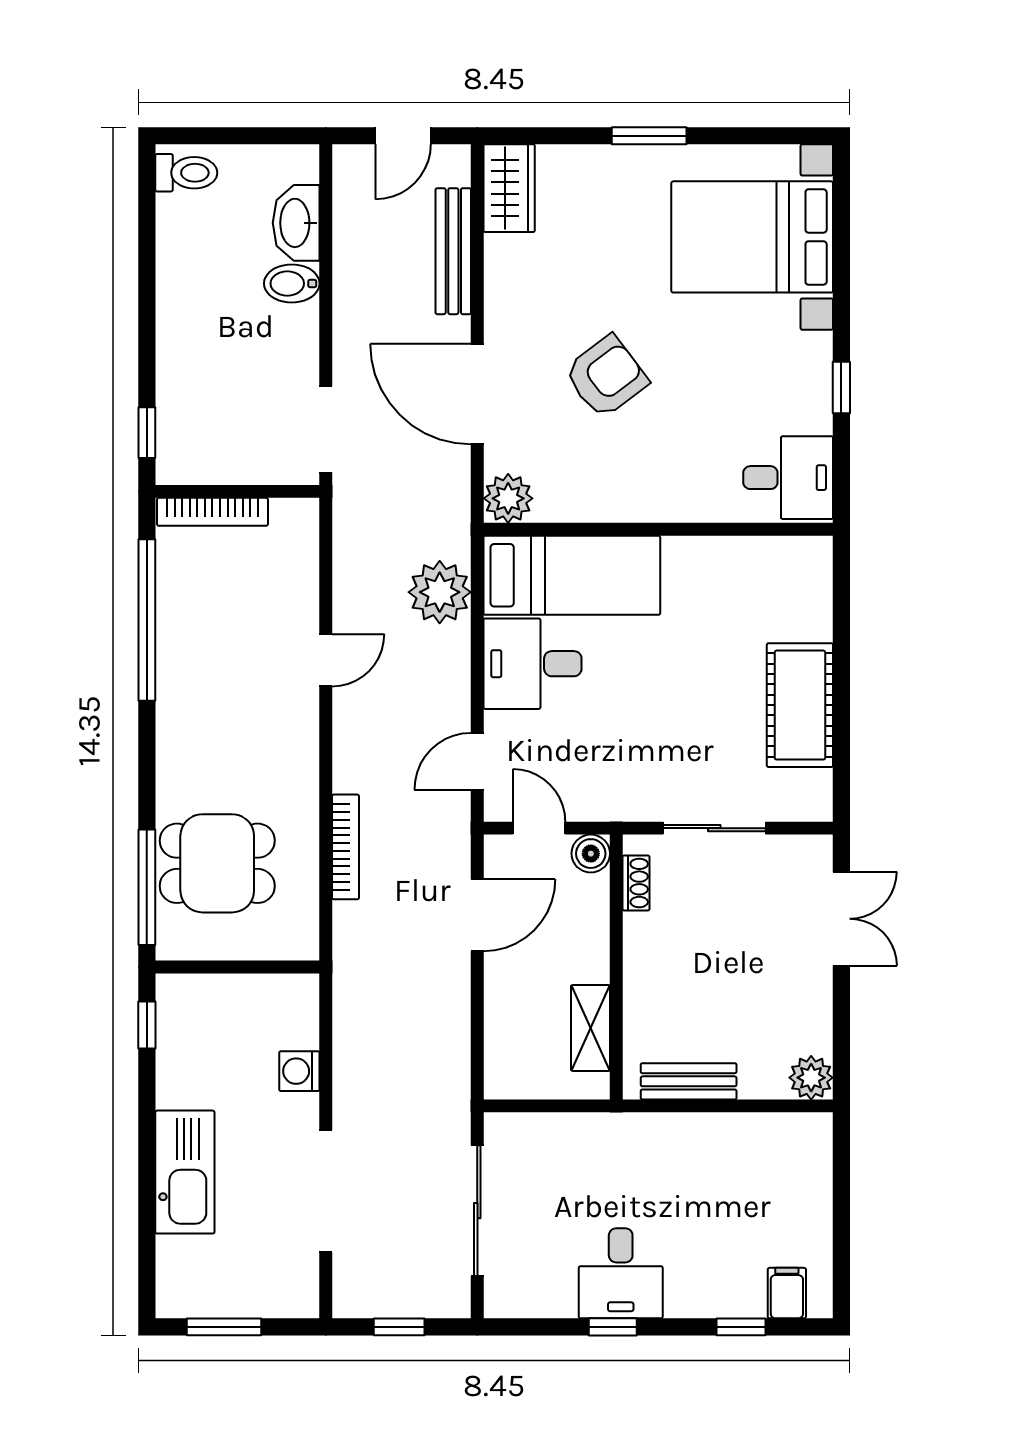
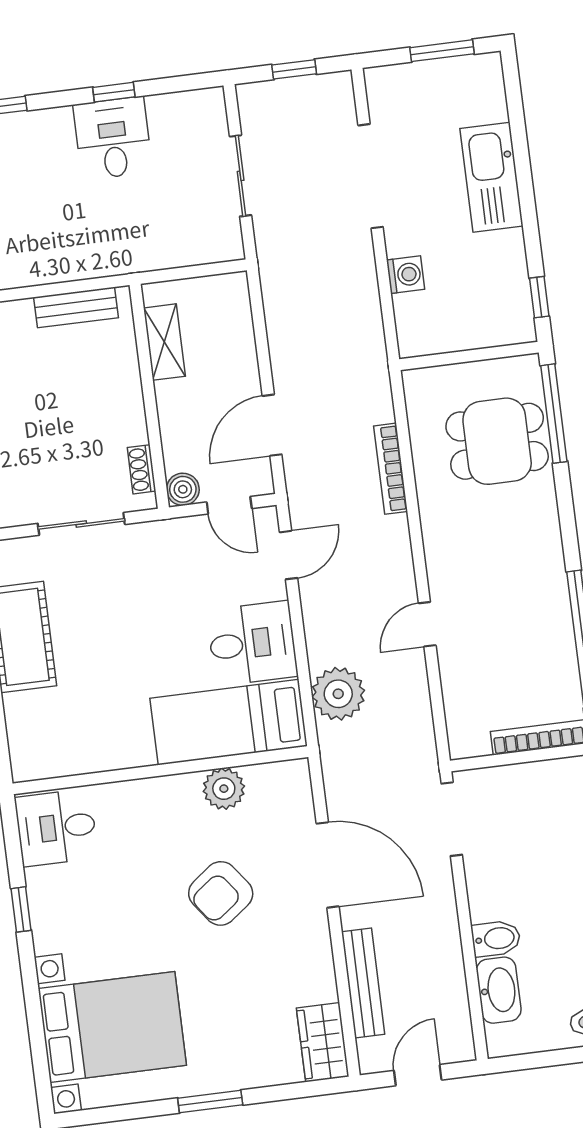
plant: (508, 498) -> (224, 789), moved
sliding door: (477, 1211) -> (241, 176), width x0.73

